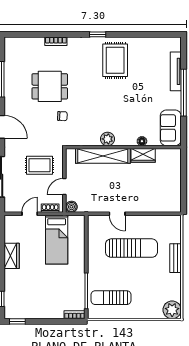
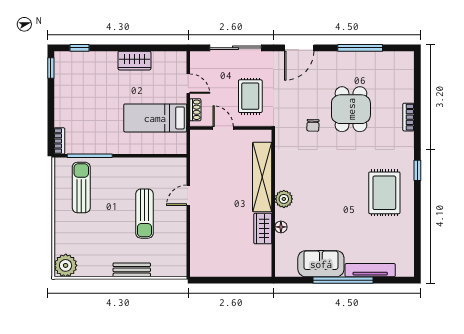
rug: (115, 60) -> (384, 193), turned 90
sofa: (171, 128) -> (321, 264), moved
plant: (107, 139) -> (284, 199), moved
boiler: (71, 207) -> (197, 137), removed
sun lounger: (131, 248) -> (145, 214), width x0.73, depth x0.75

